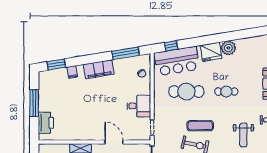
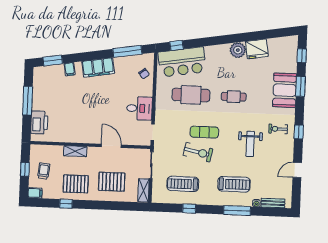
fridge: (211, 52) -> (257, 49), moved

